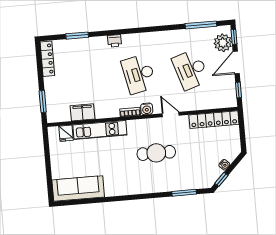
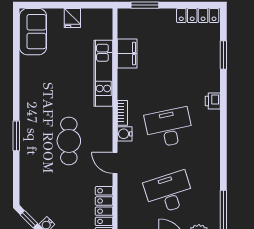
door: (171, 115) -> (115, 163), swing flipped
fridge: (66, 133) -> (72, 18), moved, turned -90
sofa: (78, 188) -> (33, 32), width x0.73
window: (184, 193) -> (16, 136), moved

